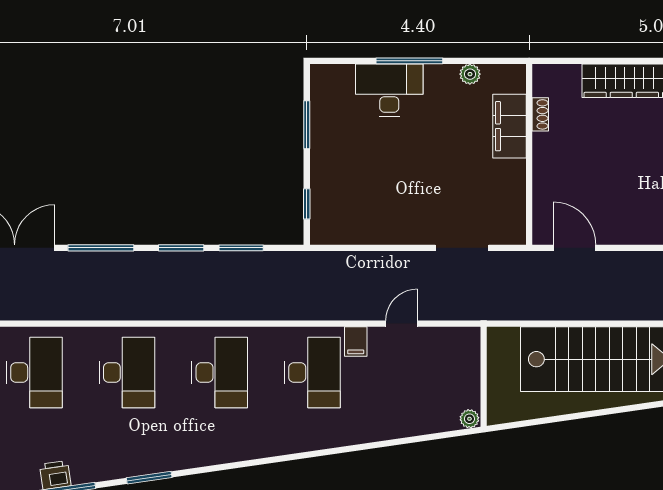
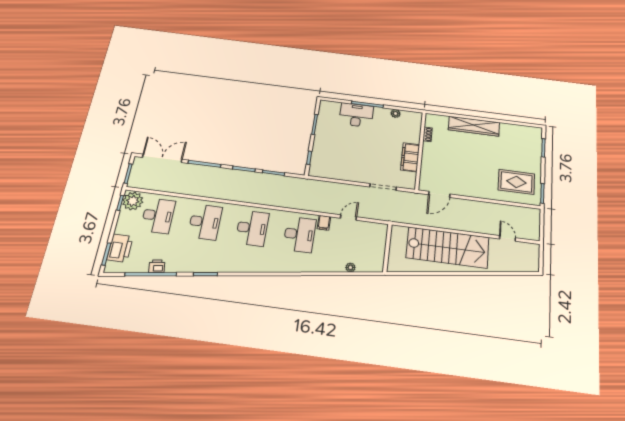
filing cabinet: (510, 126) -> (410, 157), moved
door: (575, 248) -> (439, 194), swing flipped
plant: (469, 419) -> (350, 268), moved

